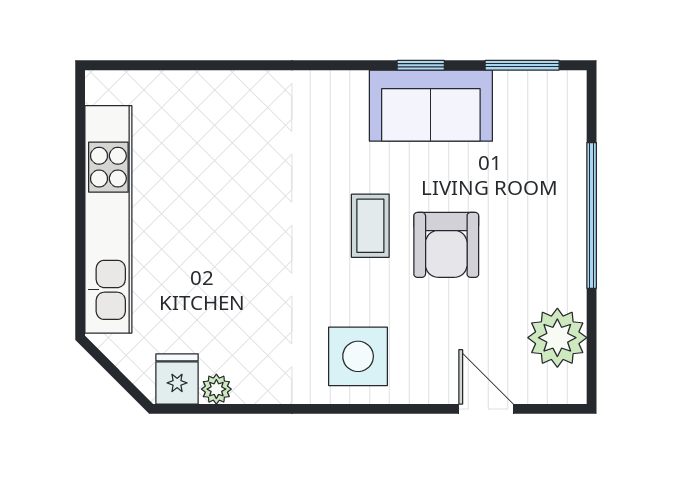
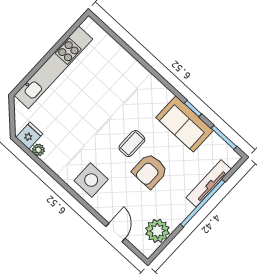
tv unit: (570, 171) -> (209, 183), added

